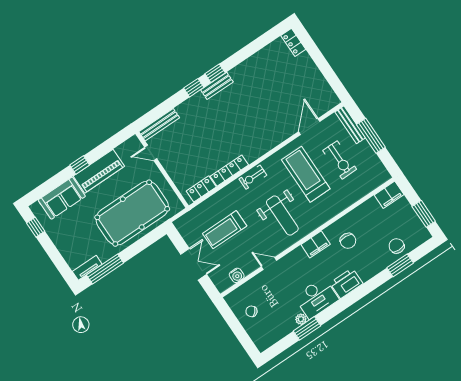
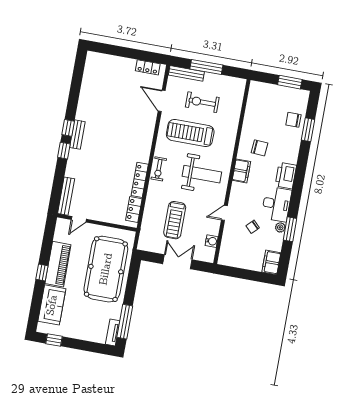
locker: (293, 42) -> (148, 67), moved
exercise bike: (340, 160) -> (202, 102), turned 180
filing cabinet: (389, 195) -> (271, 262), moved, turned 180
chair: (251, 311) -> (253, 227), moved

